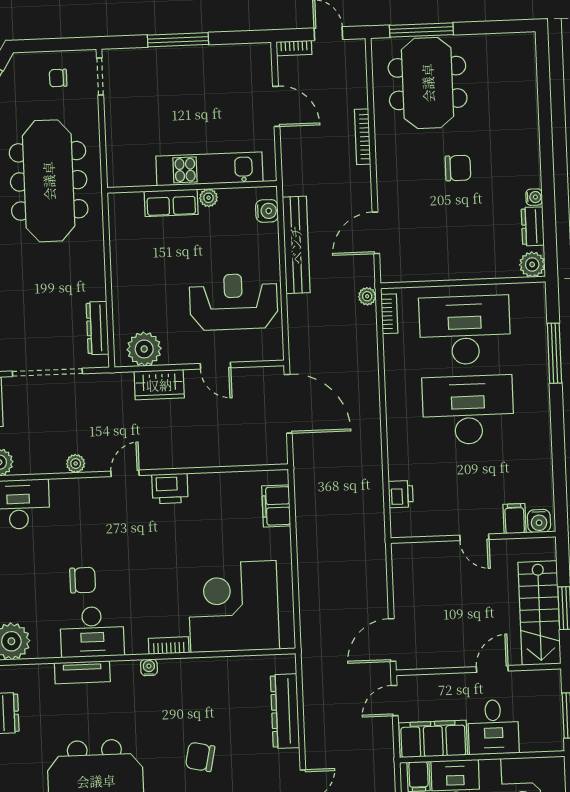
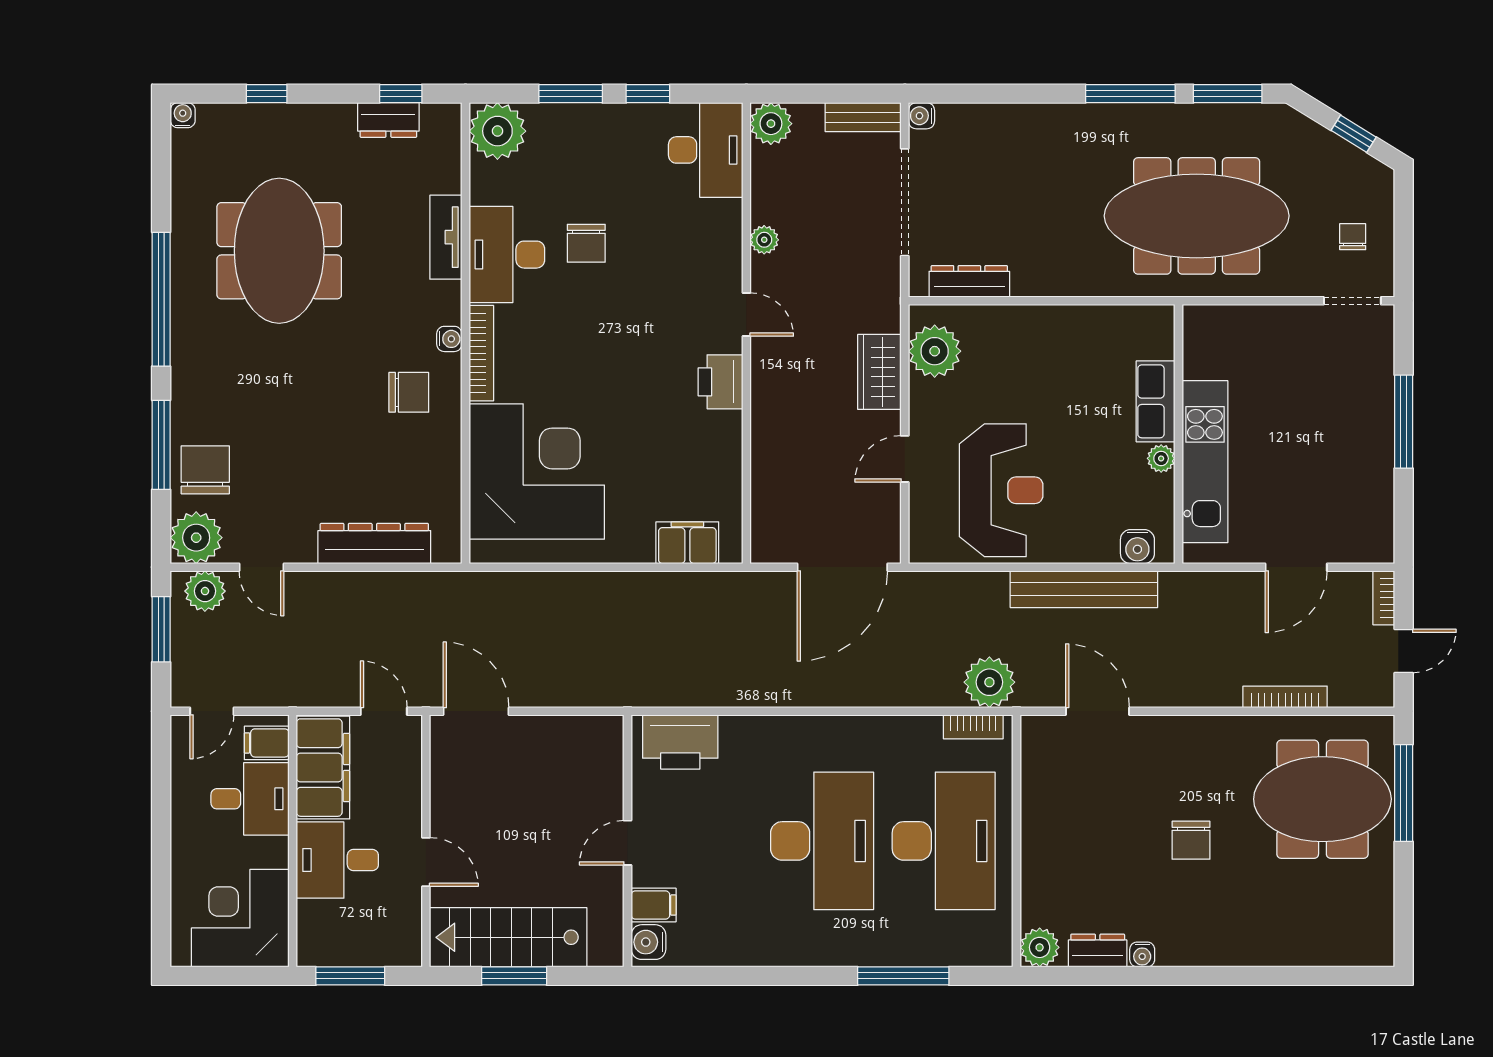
bookcase: (363, 137) -> (1285, 697), moved
plant: (367, 296) -> (989, 682), width x1.88, depth x1.88
printer: (401, 494) -> (680, 742), width x1.87, depth x1.48
bookcase: (169, 646) -> (481, 353), width x1.56
chair: (200, 757) -> (409, 392), moved, turned 78

